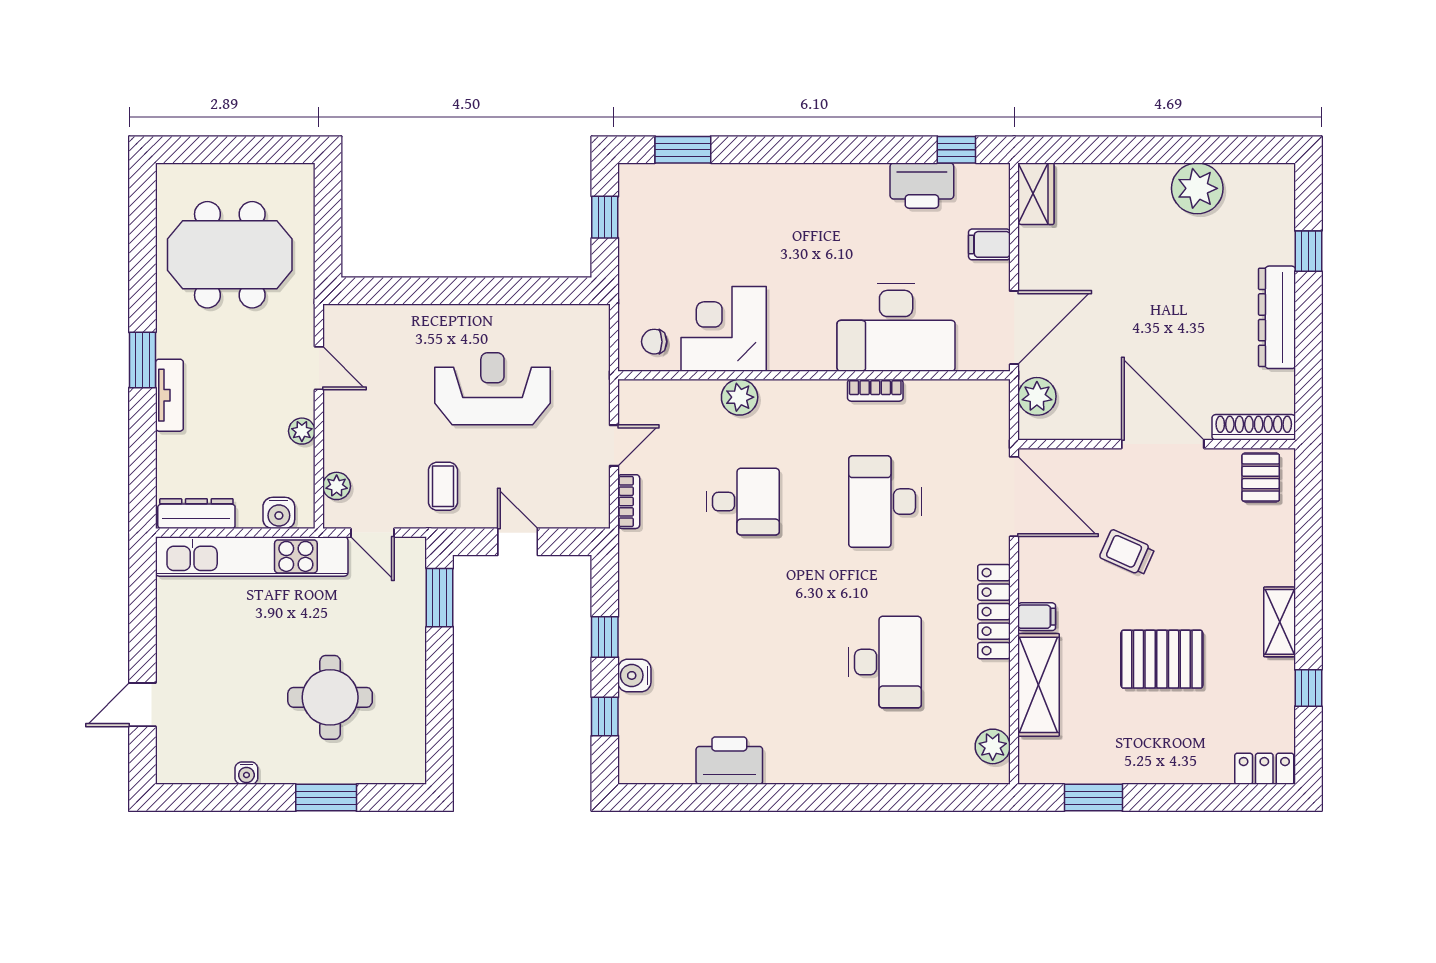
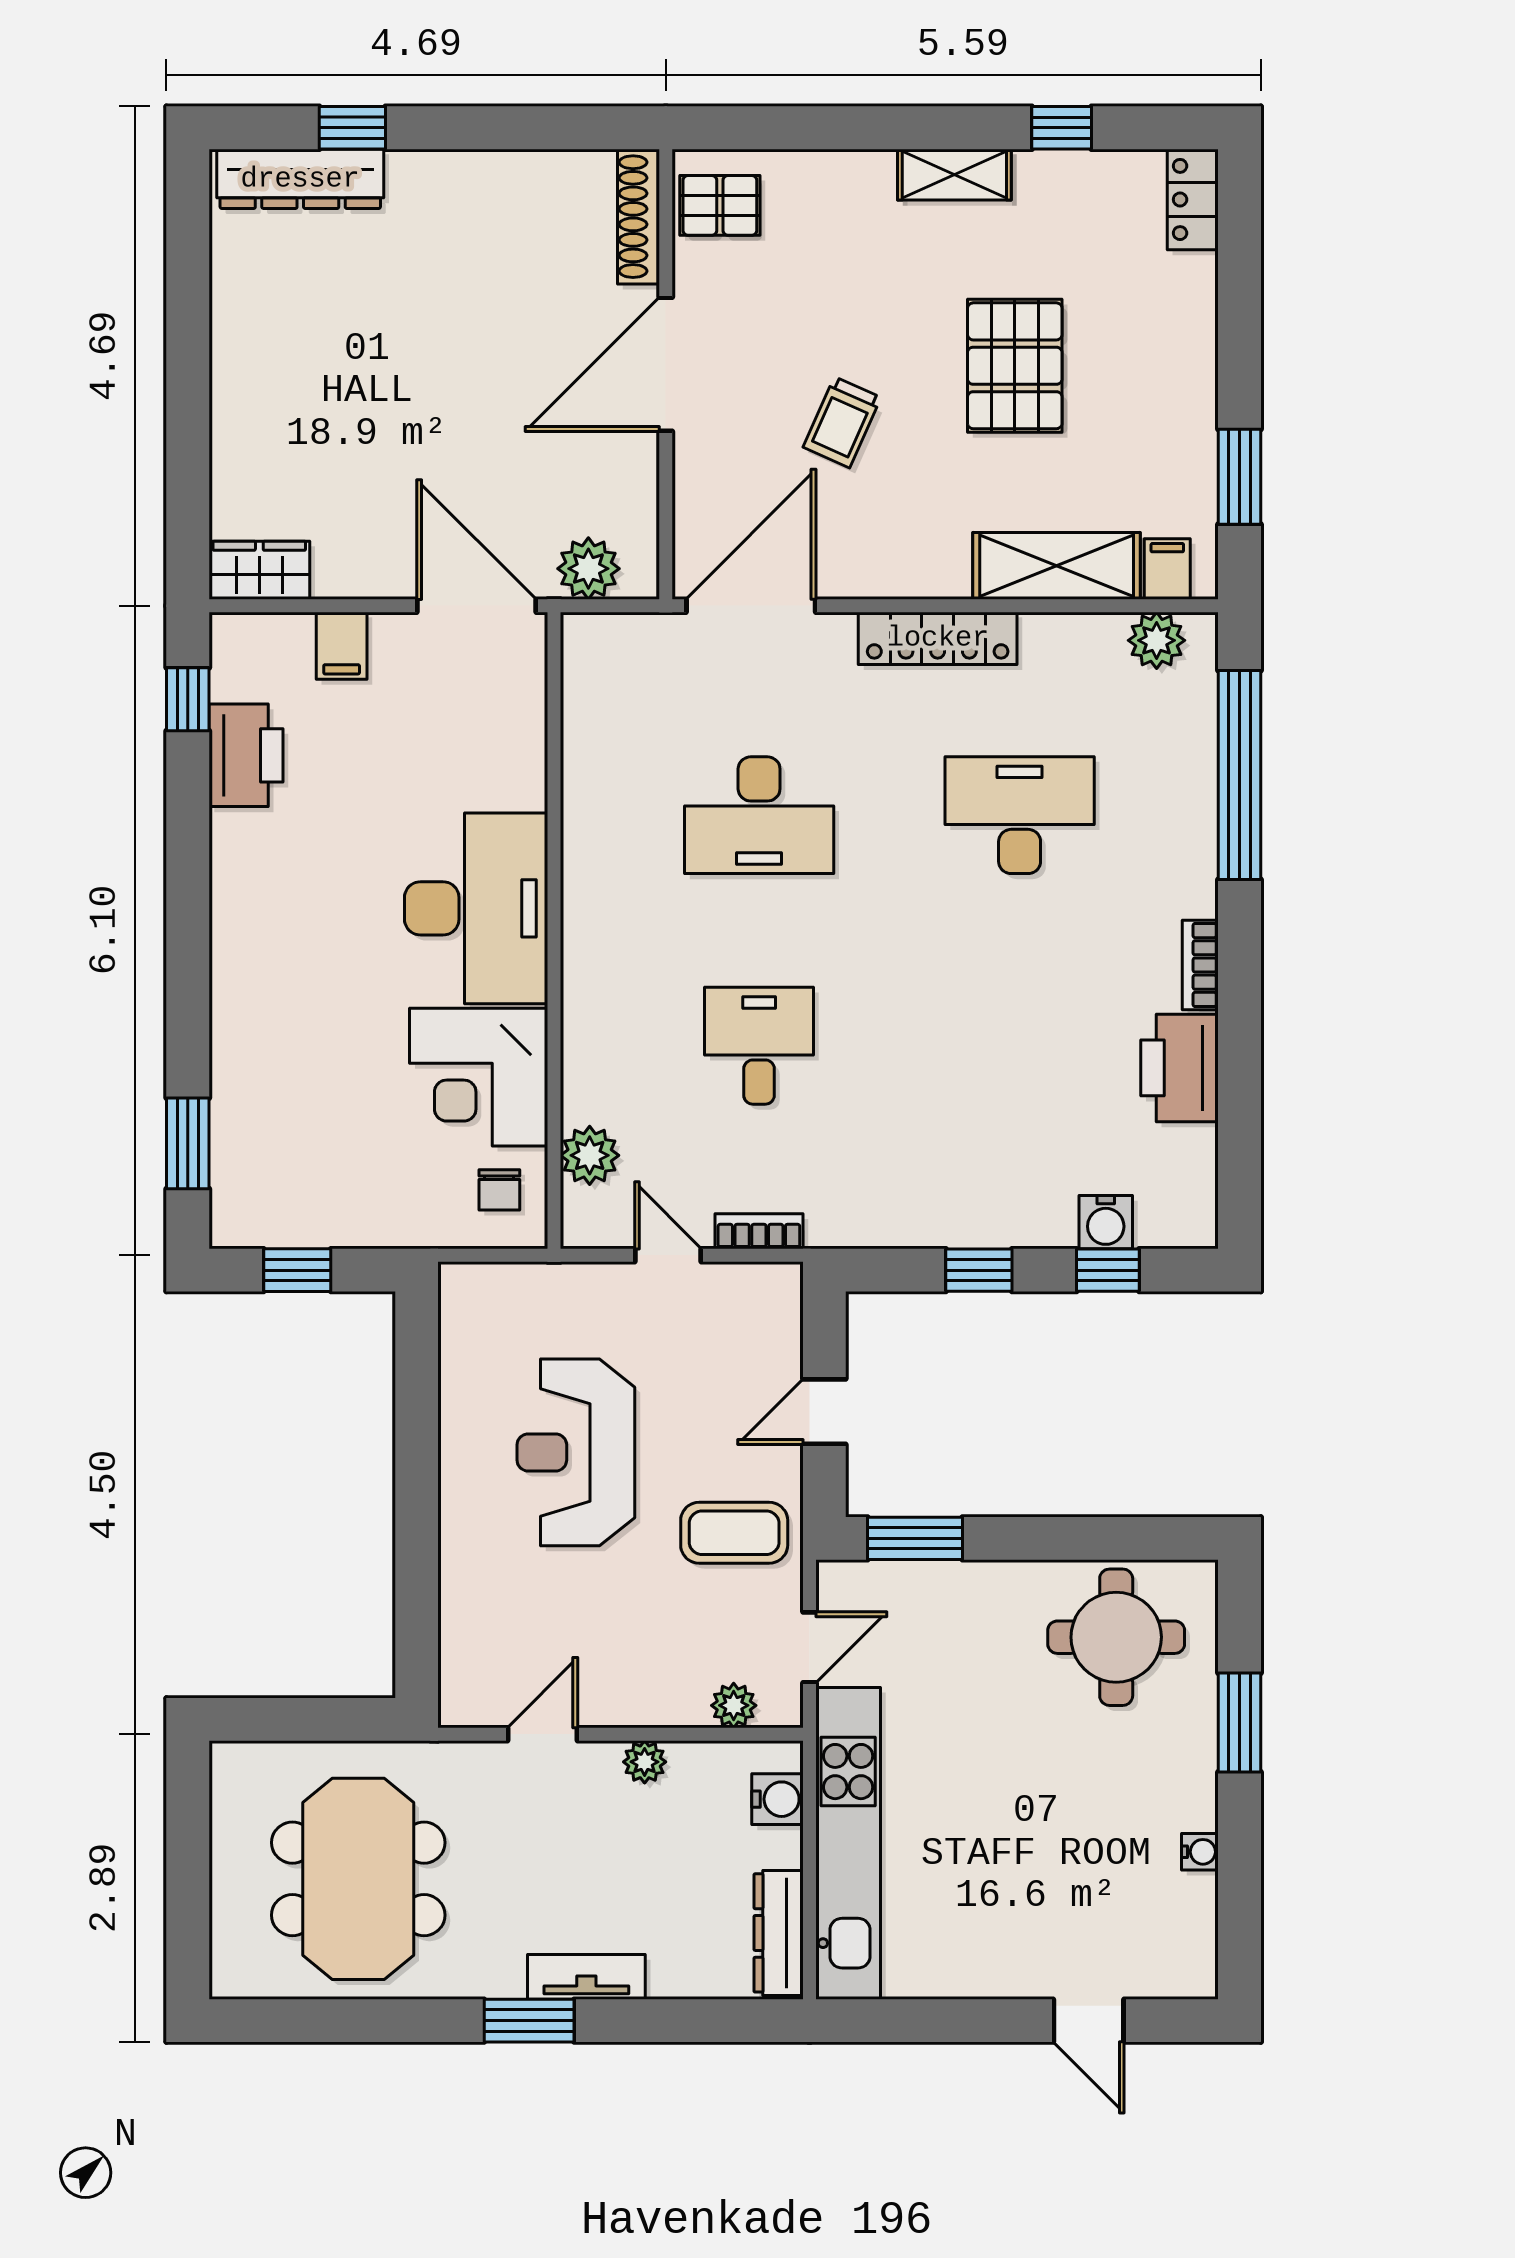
plant: (1197, 188) -> (251, 308), removed
dresser: (1277, 317) -> (300, 179), moved
desk: (896, 327) -> (476, 908), moved
bookcase: (875, 390) -> (1200, 965), moved, turned 180
plant: (740, 397) -> (590, 1155), moved
coffee table: (443, 486) -> (734, 1533), width x1.36, depth x1.30
filing cabinet: (1037, 617) -> (1167, 569), moved
water cooler: (634, 675) -> (1106, 1222), moved
round table: (330, 697) -> (1116, 1637), moved
window: (910, 798) -> (1240, 775), added

